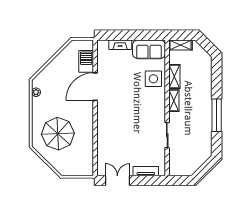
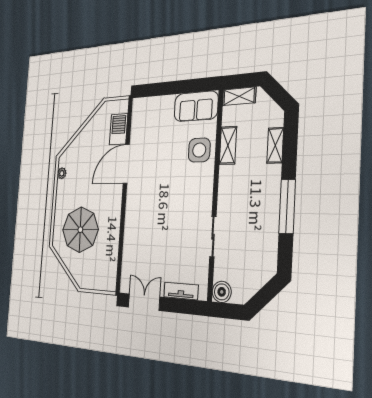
fireplace: (120, 45) -> (160, 103), removed
shelving: (174, 101) -> (275, 145), moved
boiler: (176, 169) -> (222, 292), added

